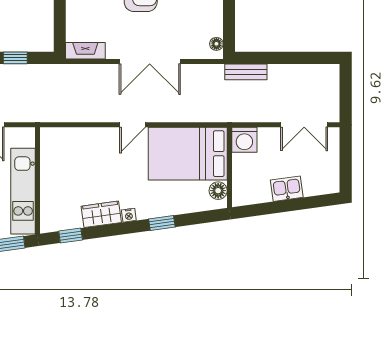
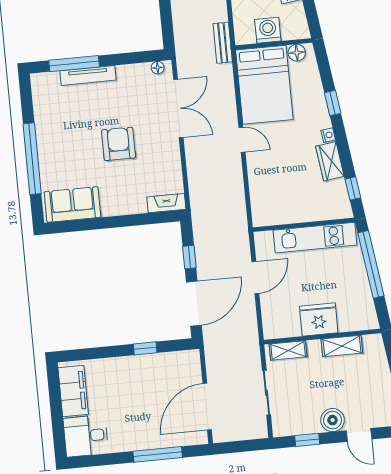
fireplace: (85, 51) -> (166, 203), moved, turned 90
double door: (150, 61) -> (178, 108), moved
bench: (246, 72) -> (223, 43), moved
washing machine: (244, 140) -> (268, 30), moved, turned -90

